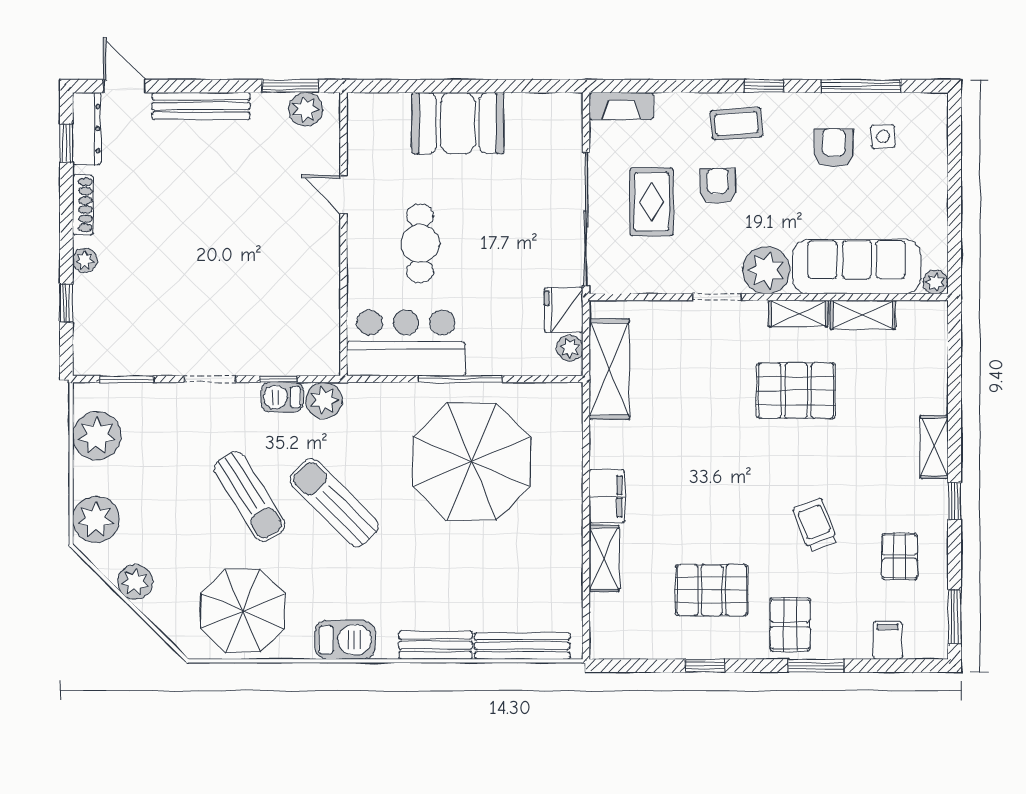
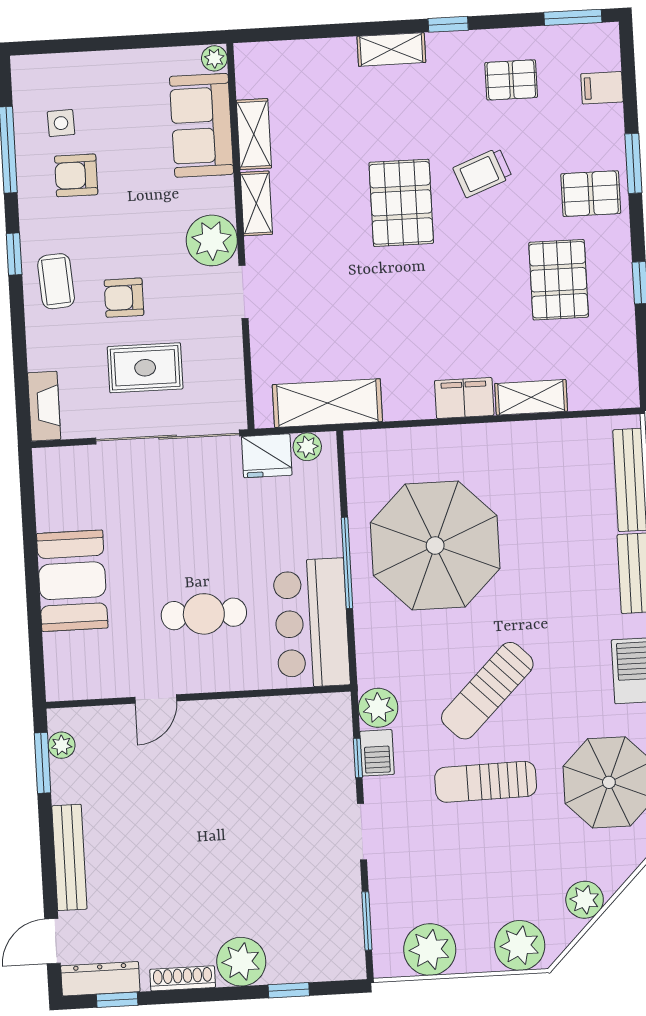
plant: (306, 109) -> (62, 745), width x0.73, depth x0.73
plant: (85, 260) -> (241, 962), width x1.87, depth x1.87
sofa: (857, 267) -> (201, 125), width x0.73
pallet: (796, 391) -> (401, 203), moved
sun lounger: (250, 496) -> (486, 782), turned -149

